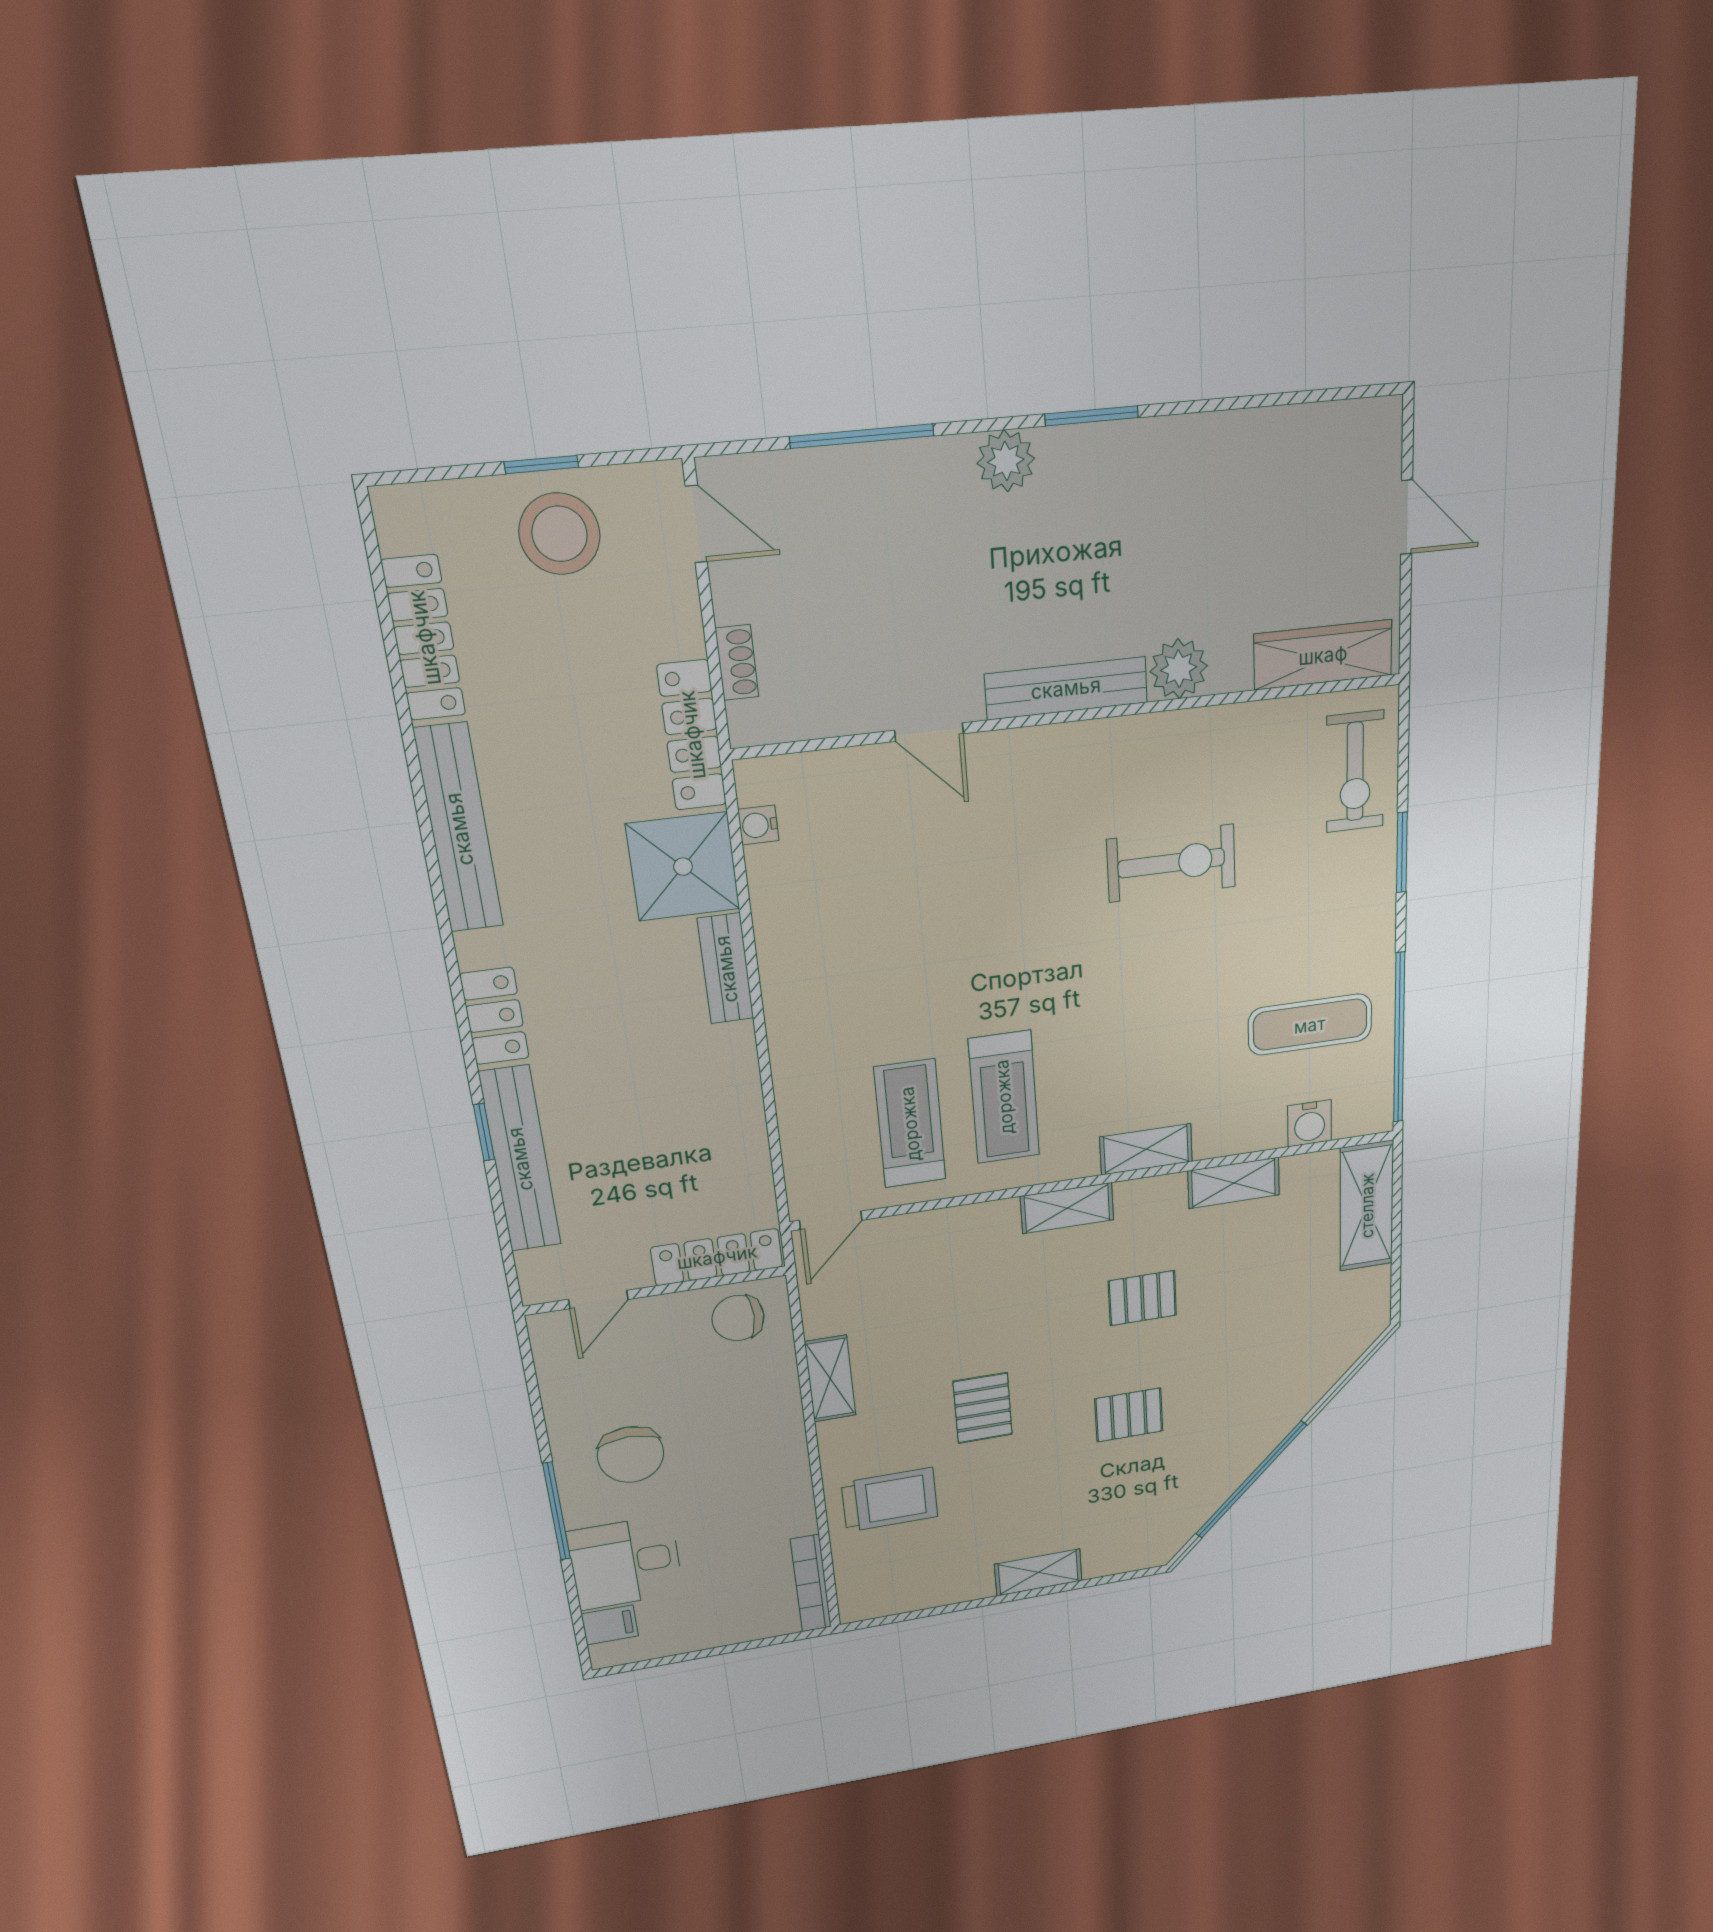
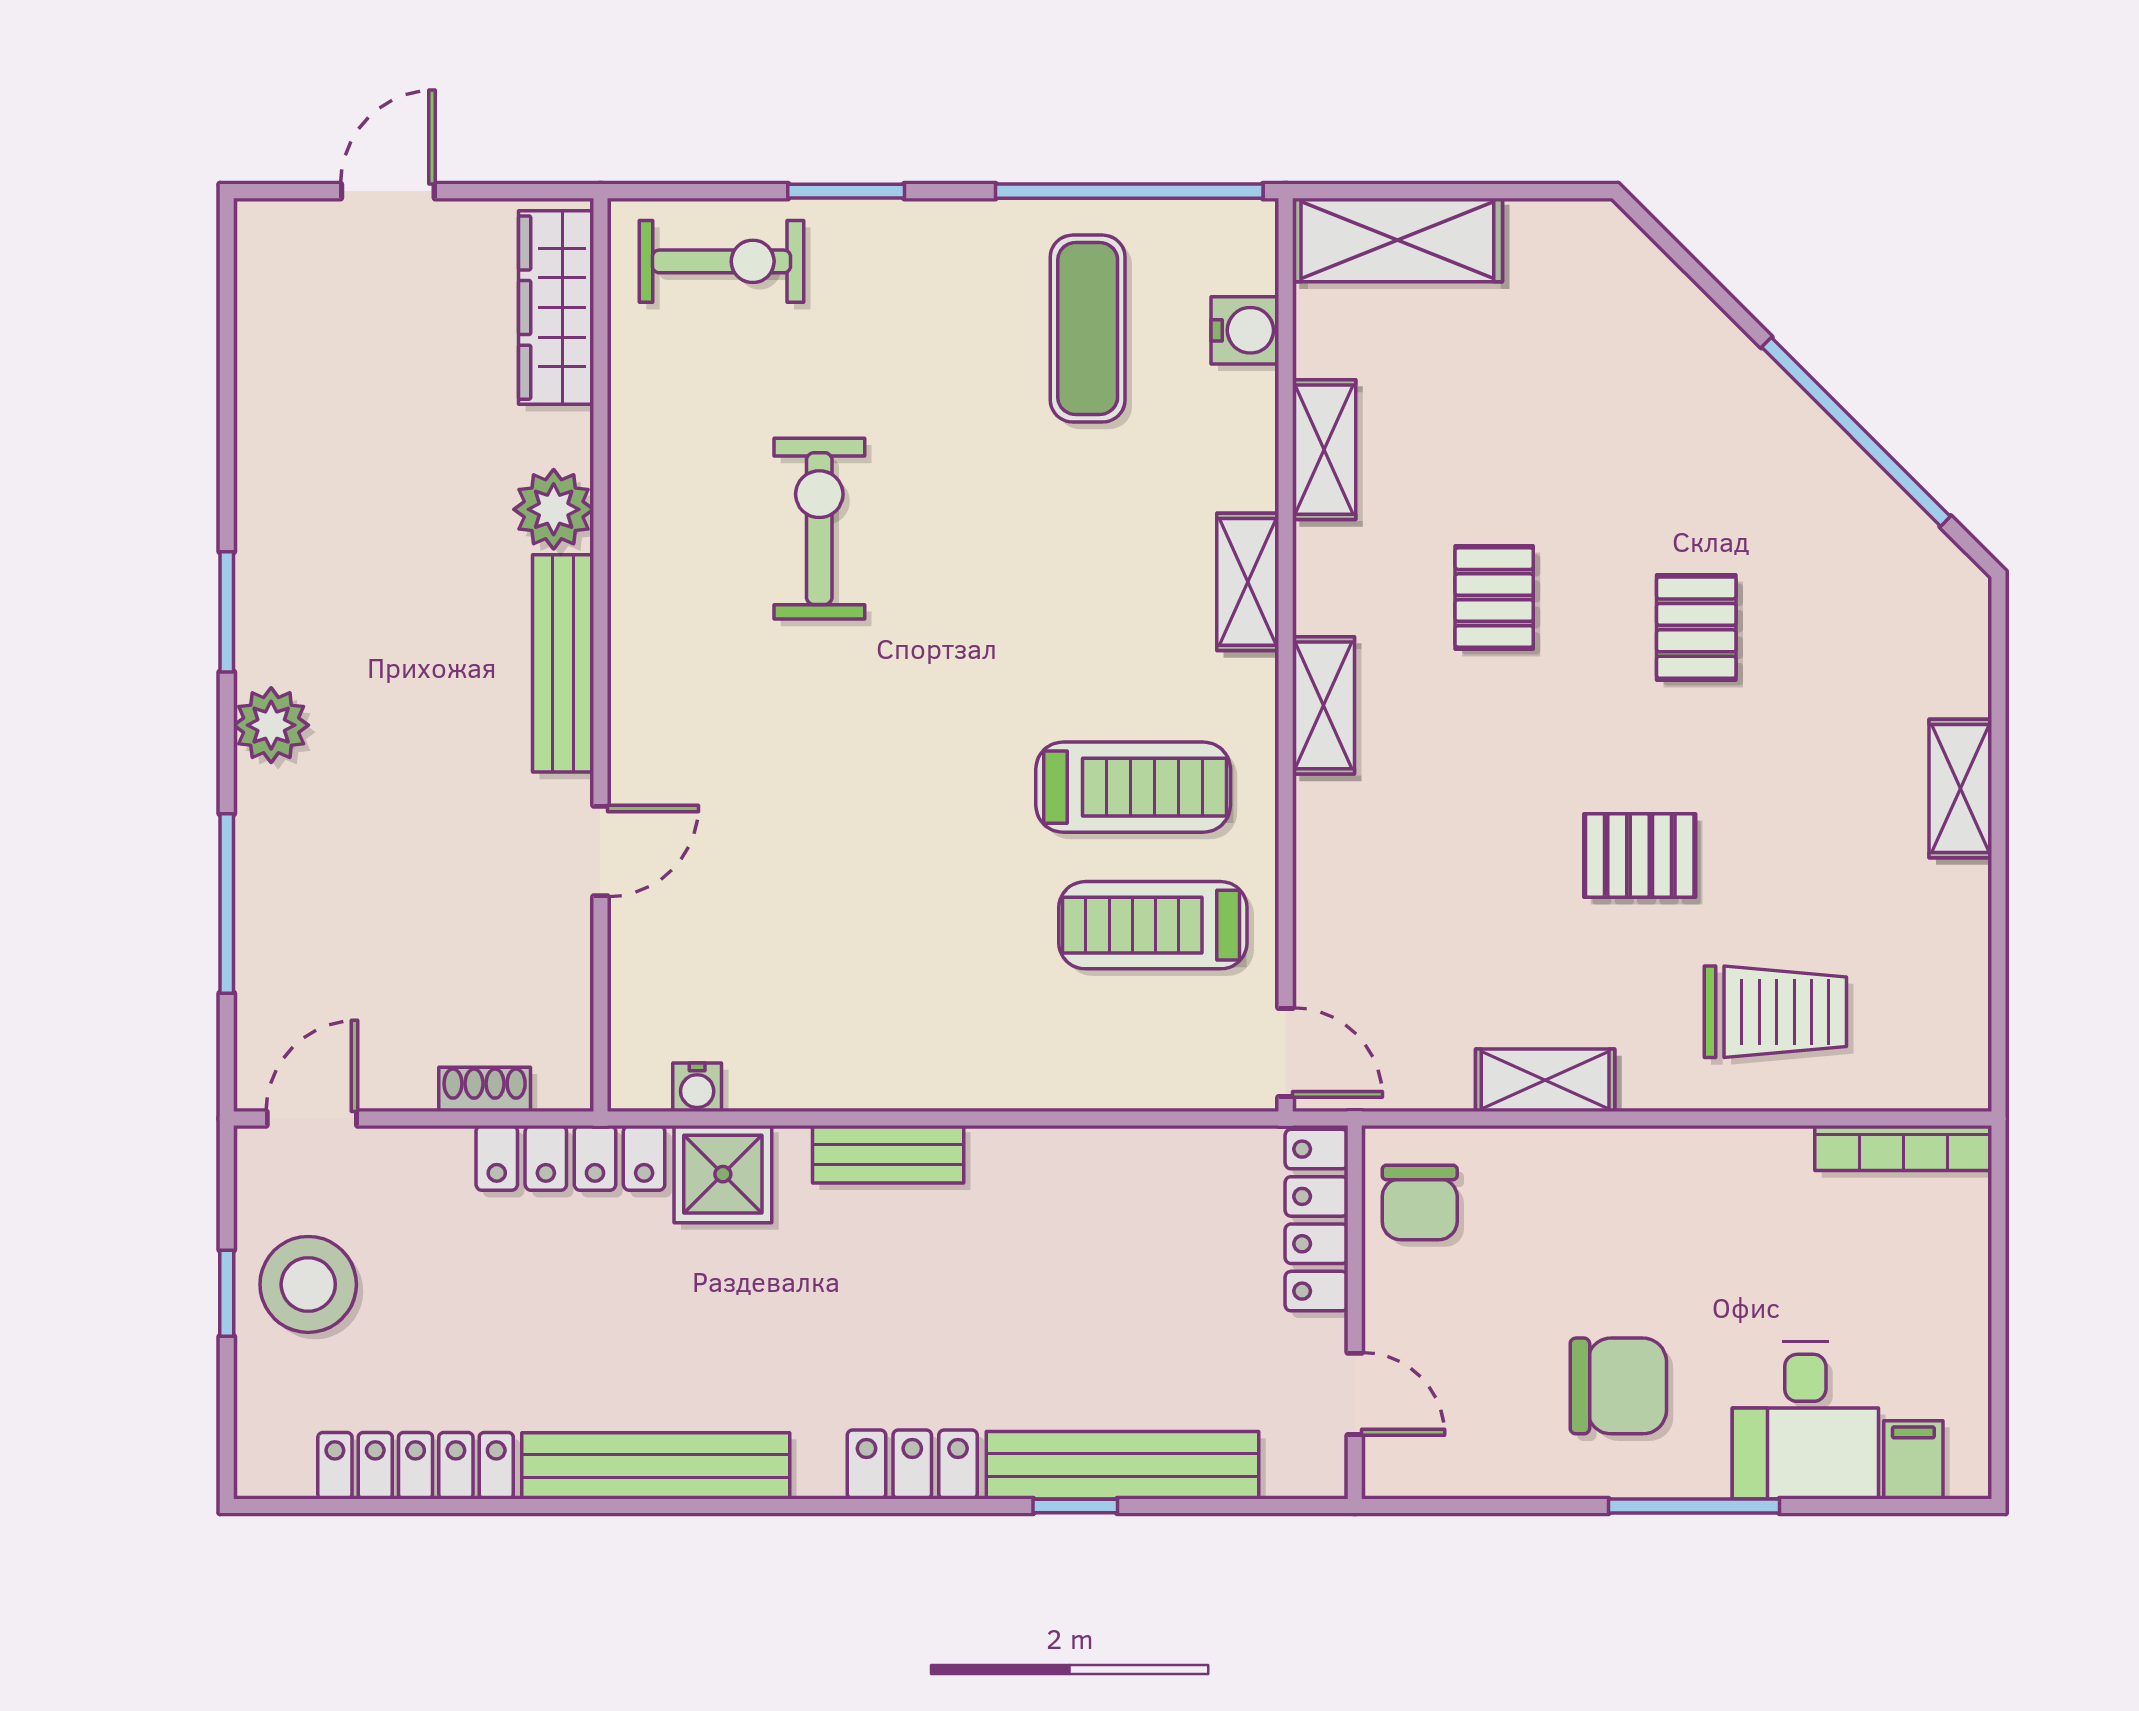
shower: (683, 867) -> (723, 1174), width x0.73, depth x0.73
trolley: (890, 1500) -> (1775, 1012), turned 90

